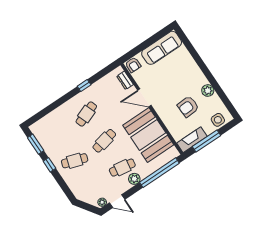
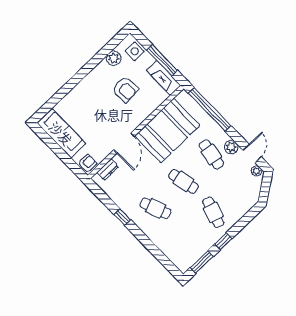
plant: (208, 91) -> (114, 58), moved
plant: (134, 179) -> (231, 147), moved

